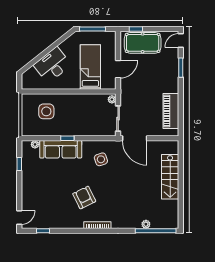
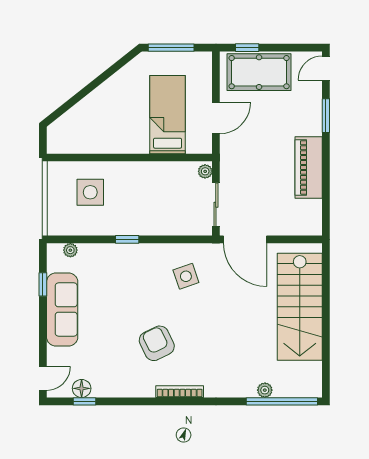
desk: (52, 65) -> (101, 111), removed
piano: (171, 111) -> (309, 167), moved
sofa: (61, 149) -> (62, 310), moved, turned -90
stairs: (170, 177) -> (300, 307), width x1.36, depth x1.51
floor lamp: (41, 223) -> (82, 388), added

